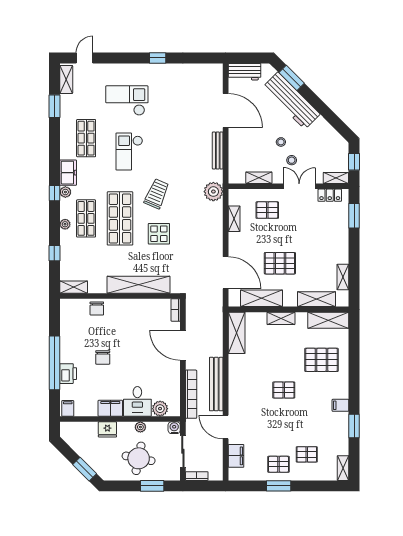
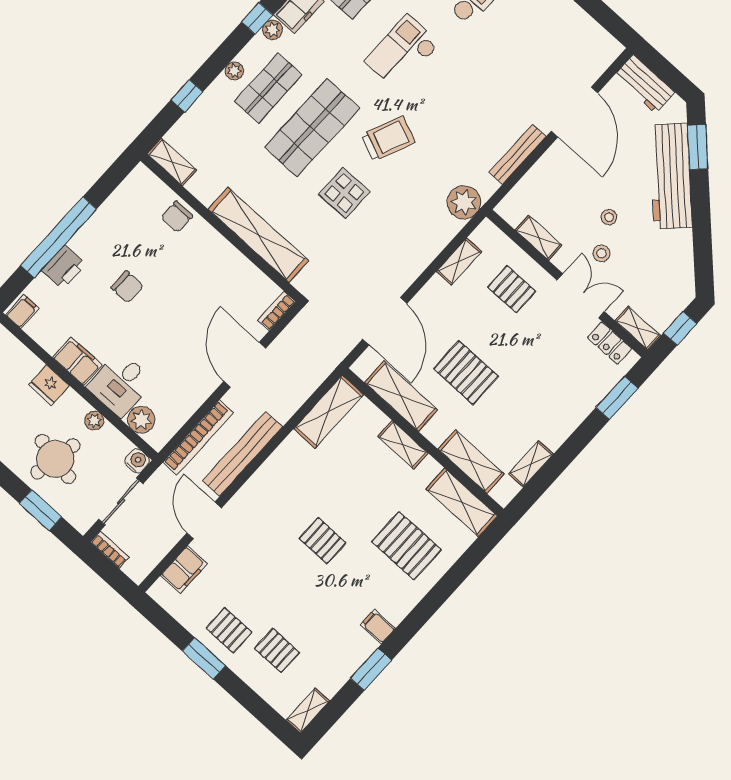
chair: (103, 357) -> (127, 287), turned -90

